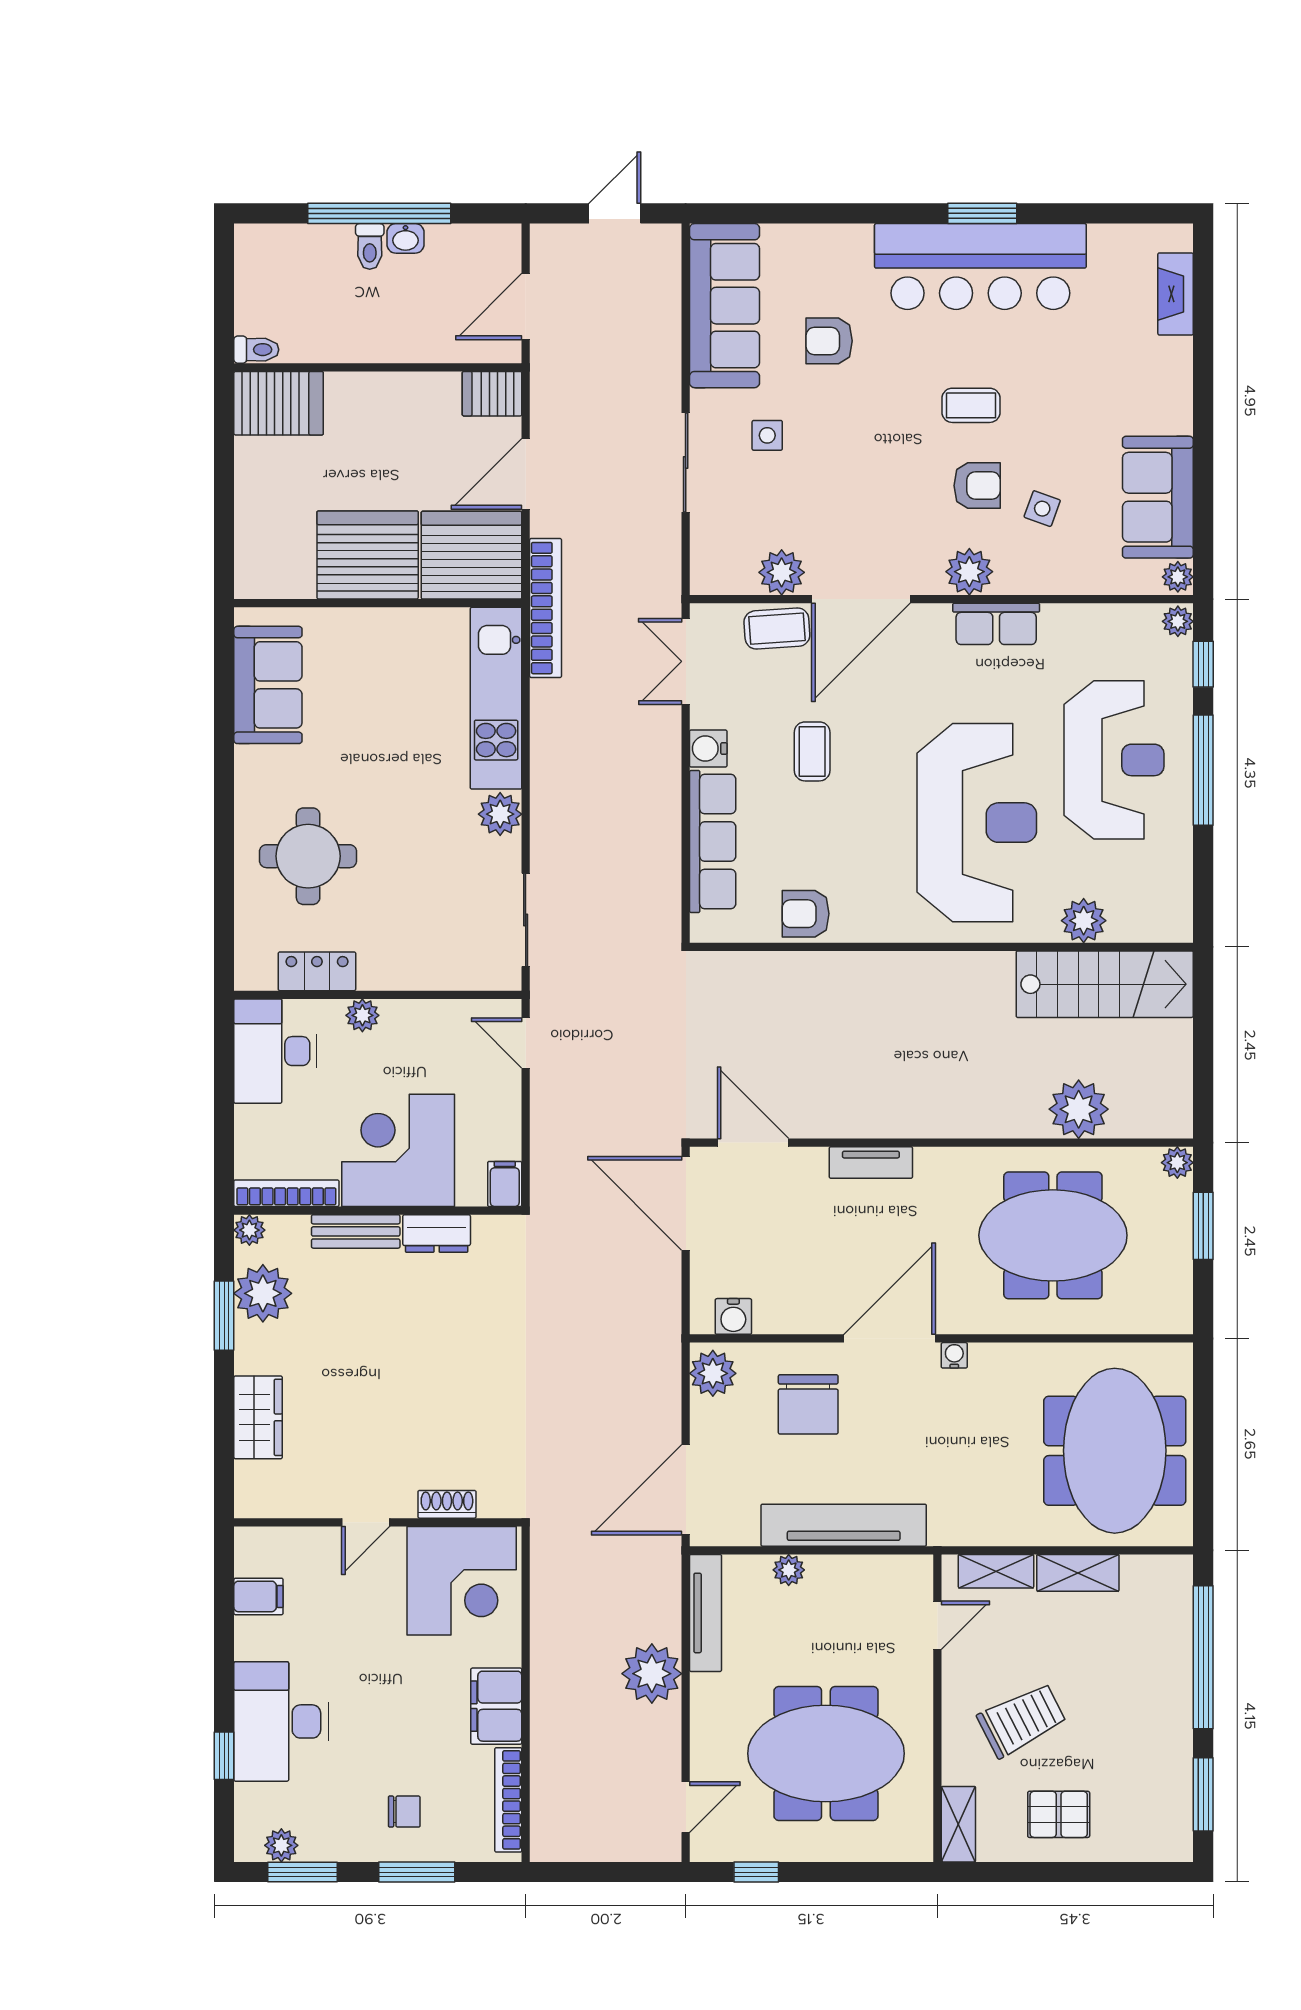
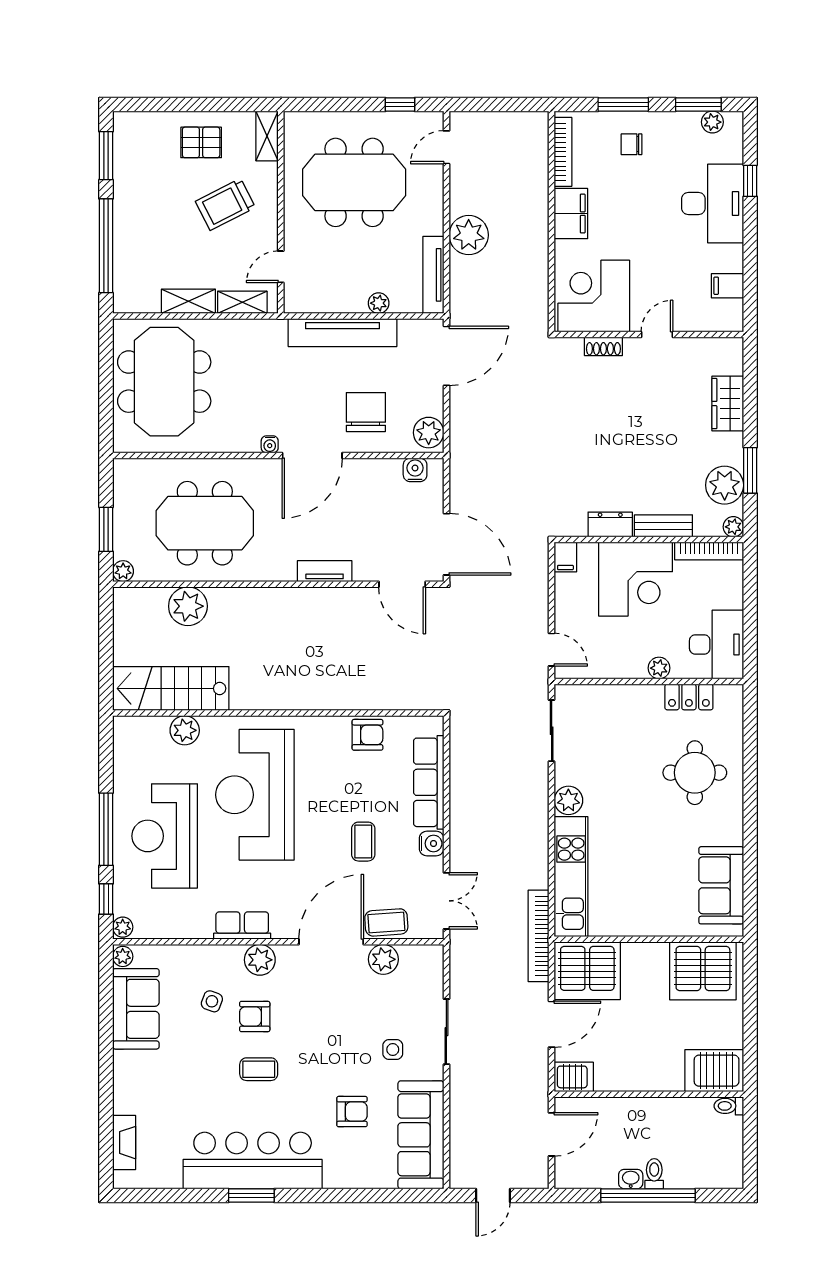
server rack: (368, 555) -> (703, 971), moved

